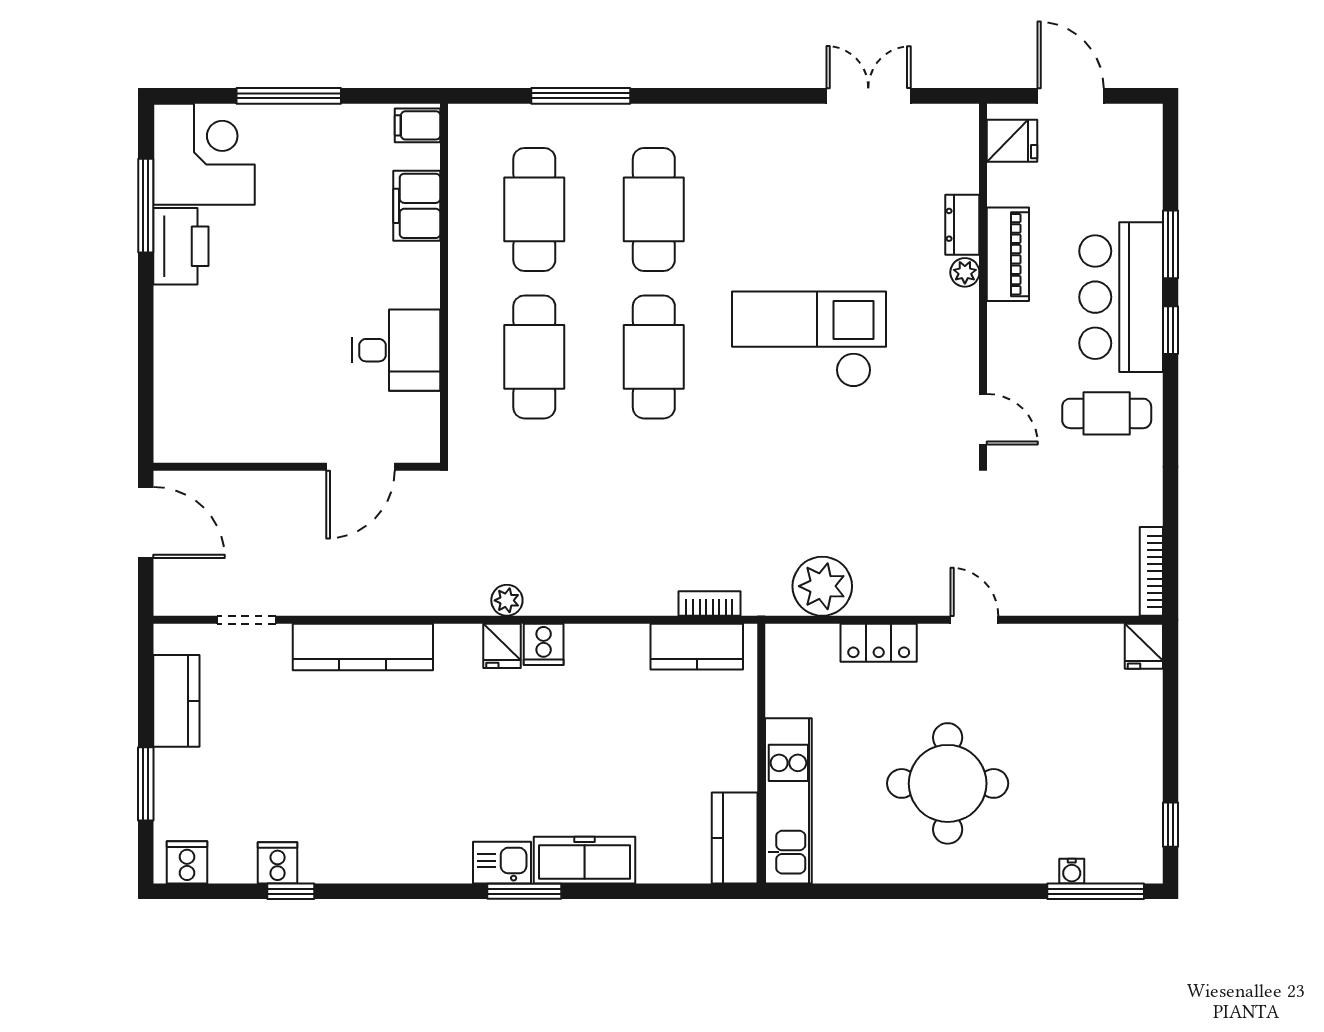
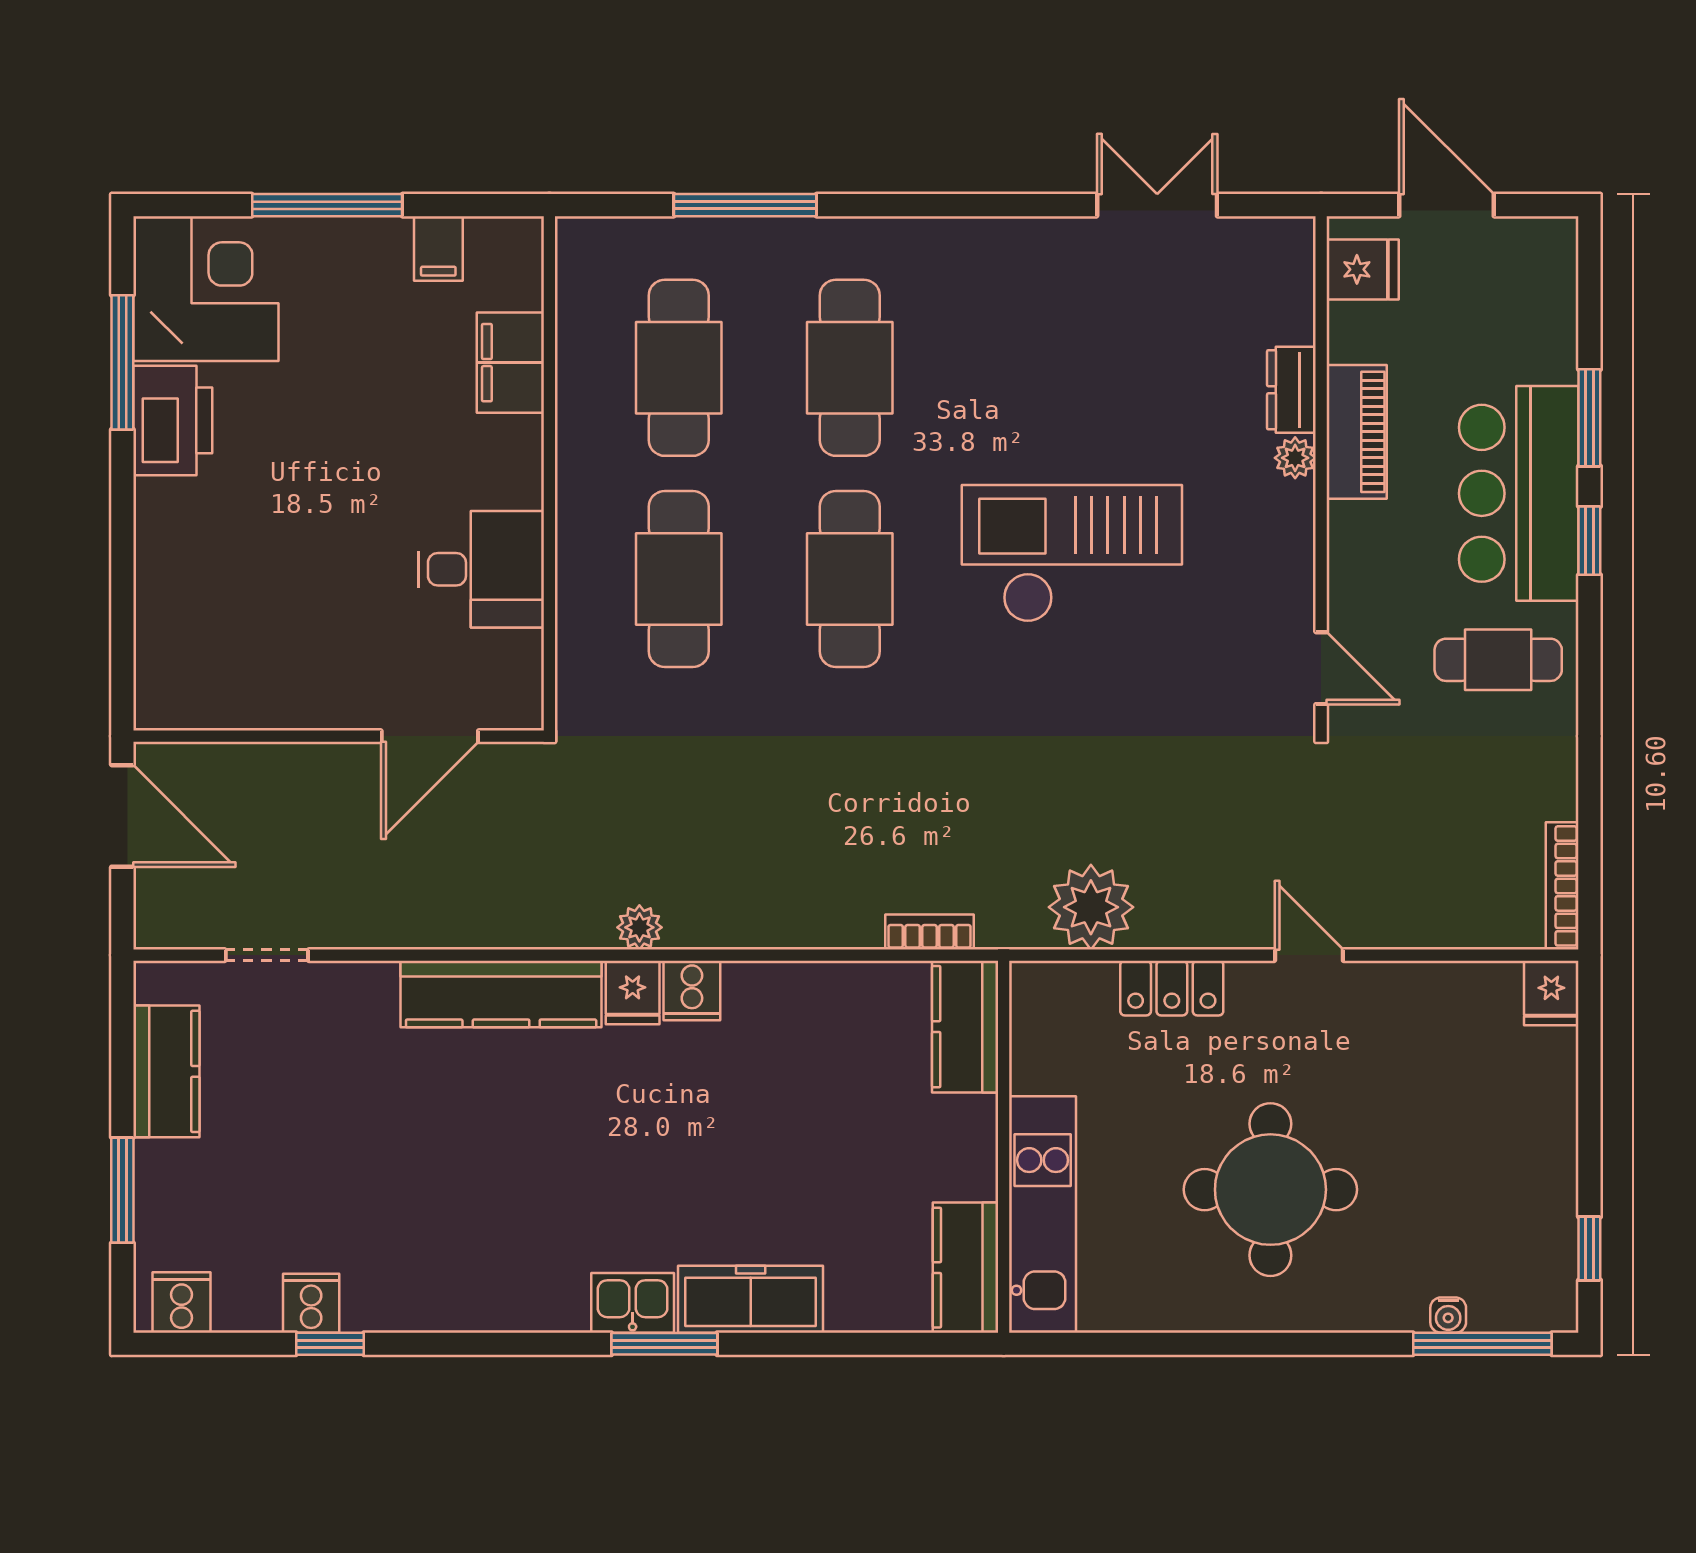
filing cabinet: (417, 125) -> (438, 249), moved, turned -90
kitchen counter: (363, 647) -> (501, 994), moved
kitchen counter: (697, 647) -> (965, 1027), moved, turned 90

